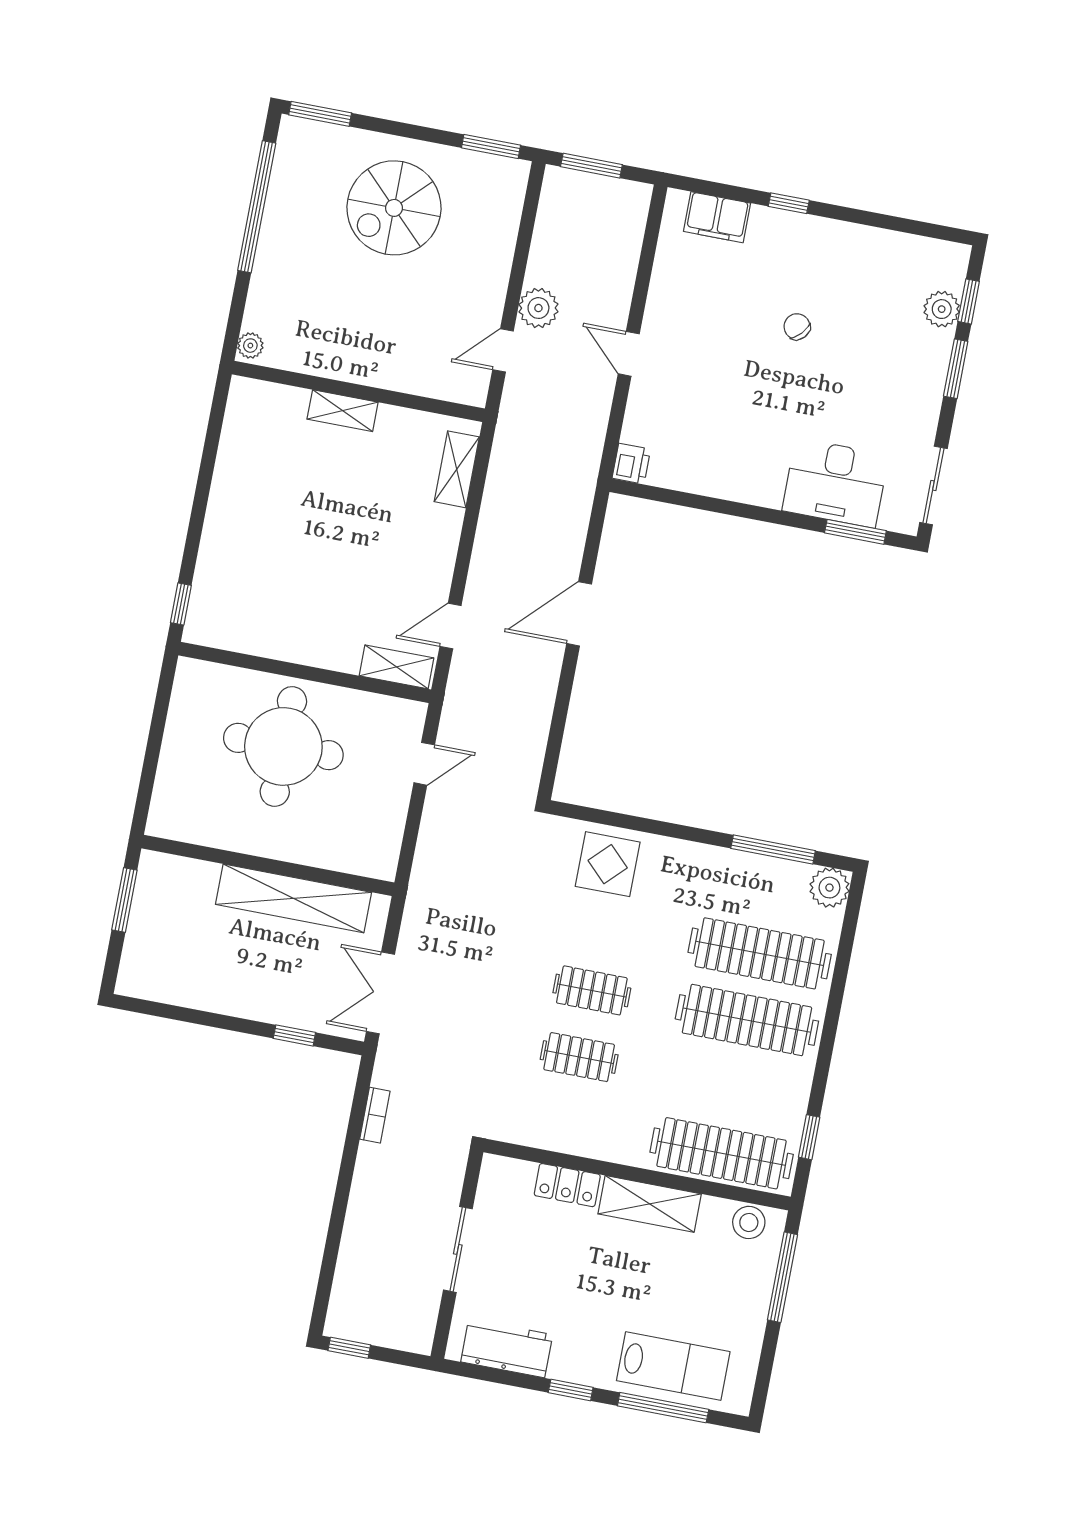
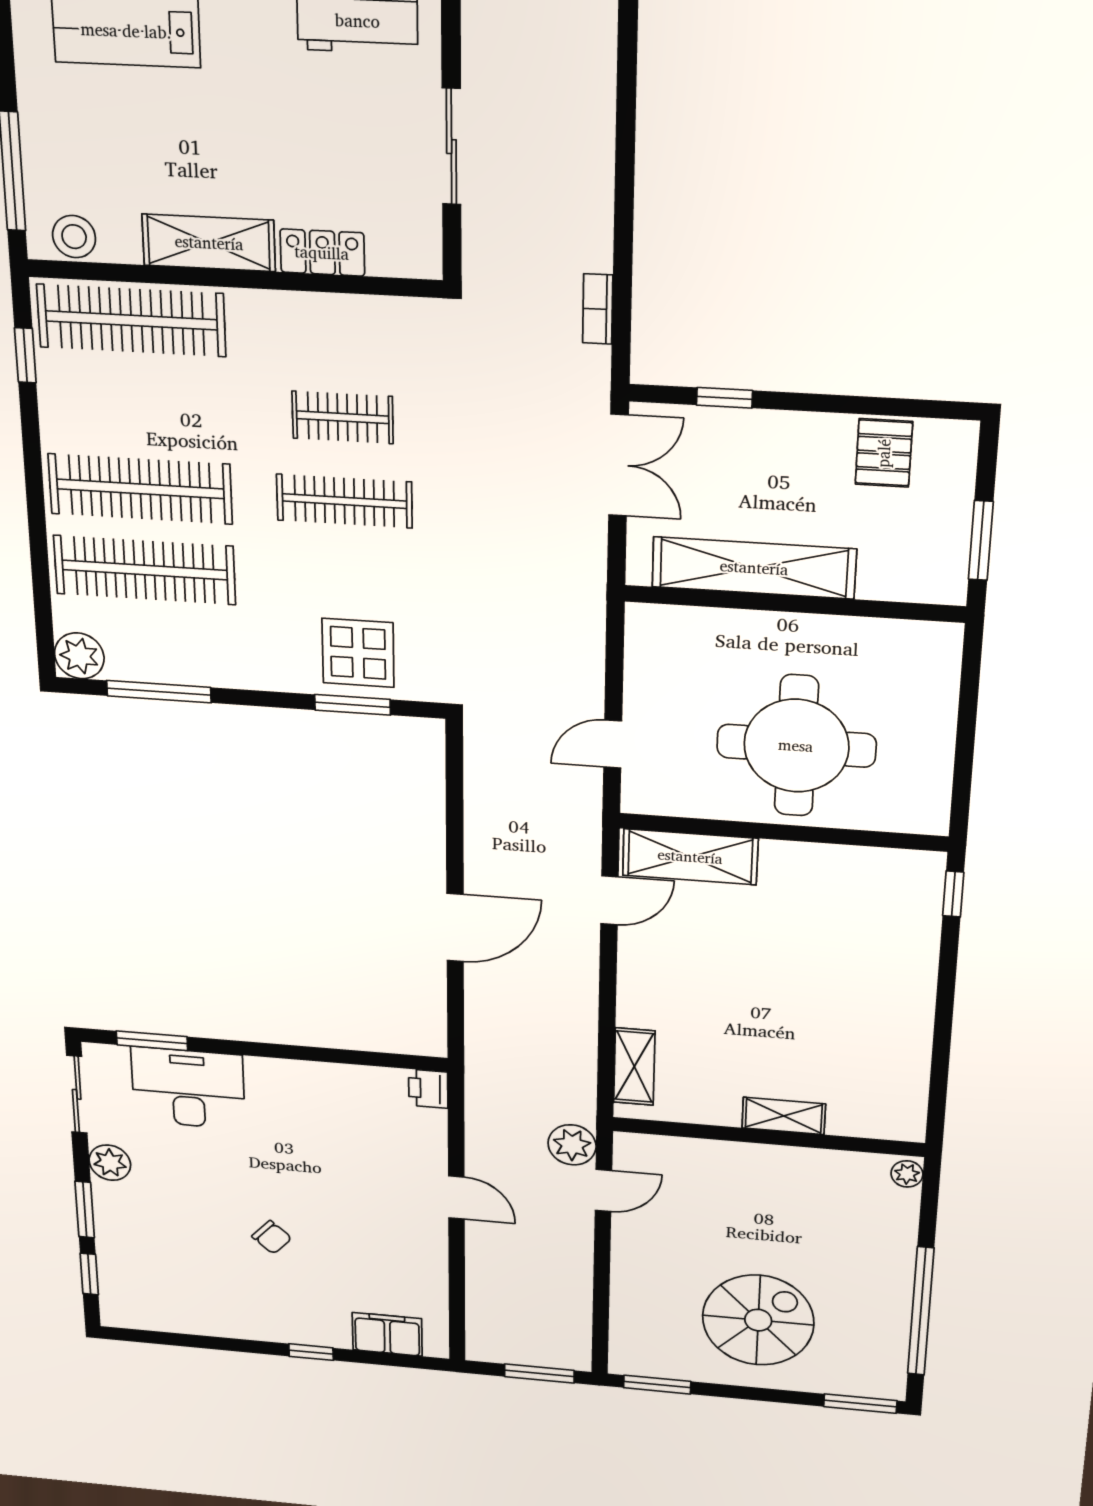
plant: (538, 308) -> (572, 1145), moved
plant: (942, 309) -> (110, 1163), moved
shelving: (396, 667) -> (690, 857), width x1.50, depth x1.33
window: (621, 821) -> (353, 705), added
pallet: (186, 978) -> (884, 453), added
clothes rail: (592, 990) -> (344, 501), width x1.36

